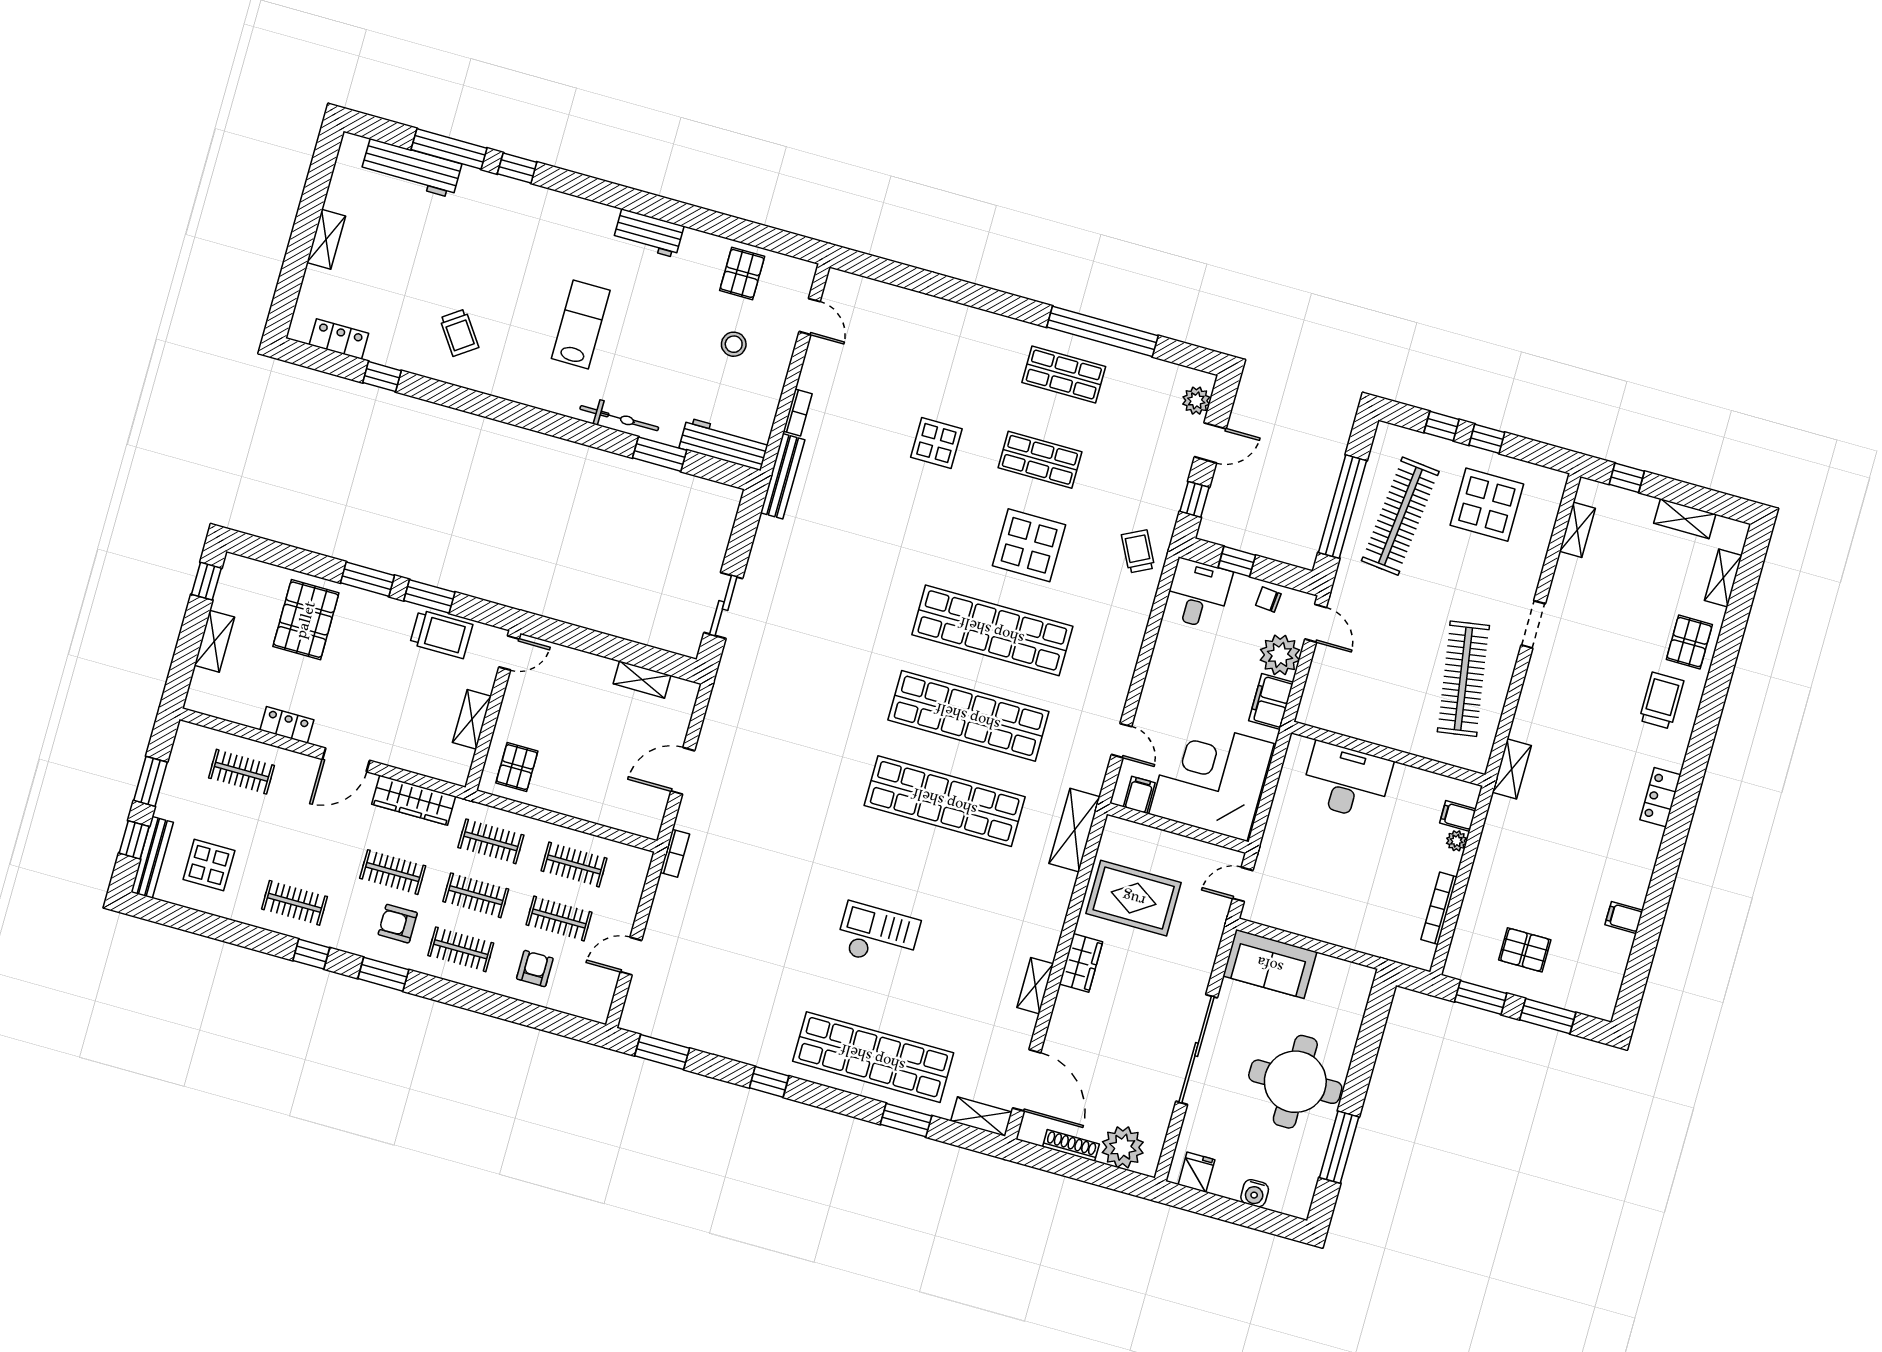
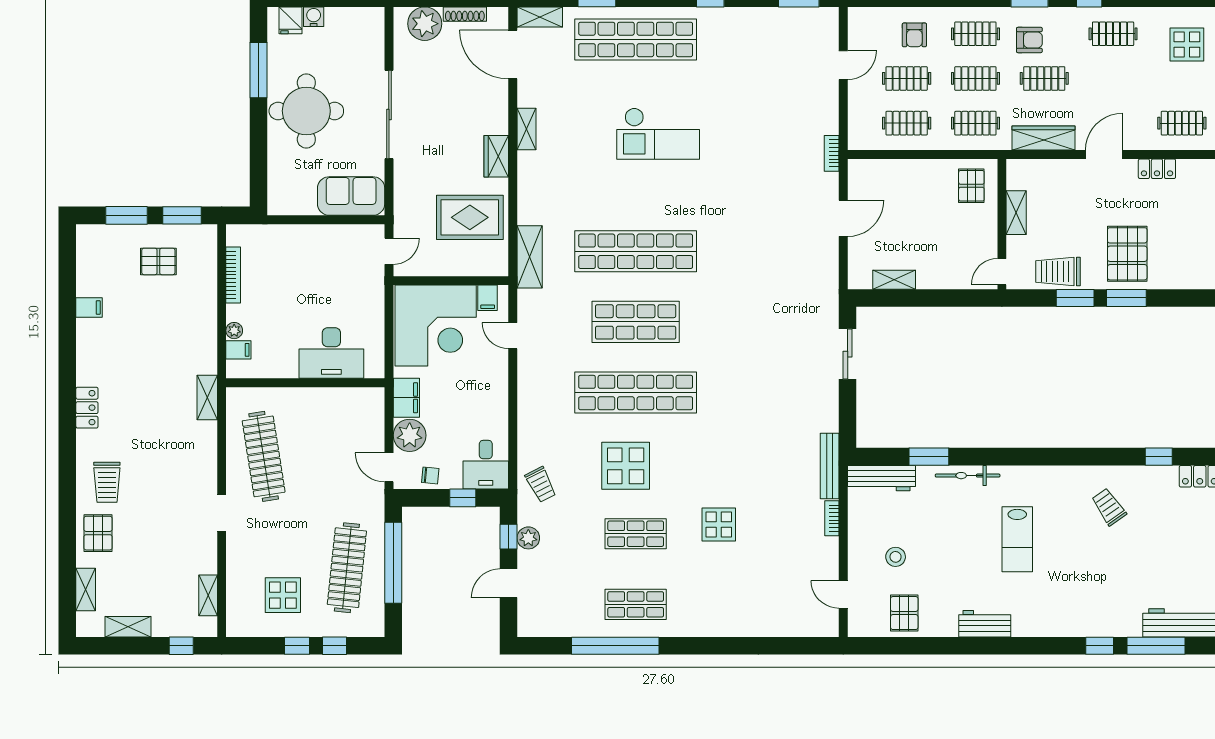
plant: (1196, 401) -> (528, 538), moved
display table: (1487, 505) -> (283, 595), width x0.73, depth x0.73
pallet: (306, 620) -> (1127, 254), moved
shop shelf: (968, 716) -> (636, 322), width x0.71
checkout: (878, 936) -> (658, 134), width x1.36, depth x1.21
fridge: (1196, 1172) -> (290, 20), moved

